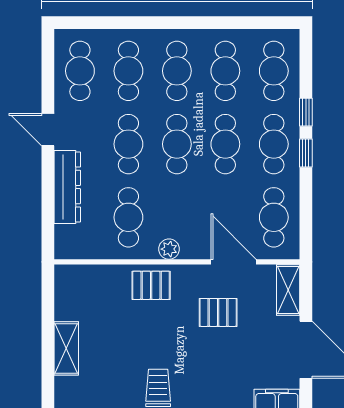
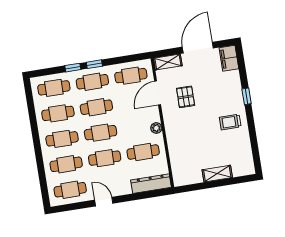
door: (48, 130) -> (104, 202), swing flipped
dresser: (67, 187) -> (151, 184), moved
pallet: (151, 285) -> (177, 134), removed

